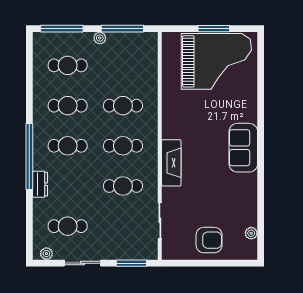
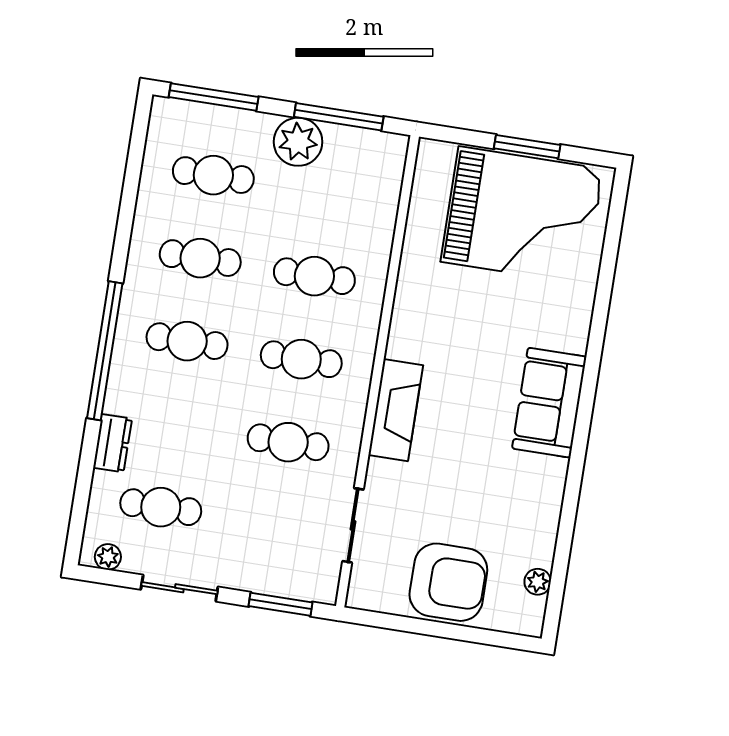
plant: (100, 38) -> (298, 142), width x1.88, depth x1.88
dresser: (40, 184) -> (113, 443), moved
armchair: (209, 240) -> (448, 582), width x1.36, depth x1.36

